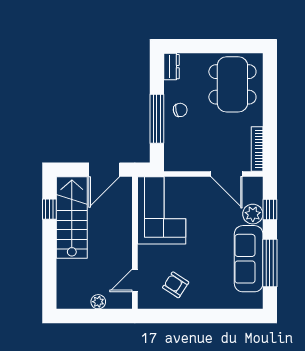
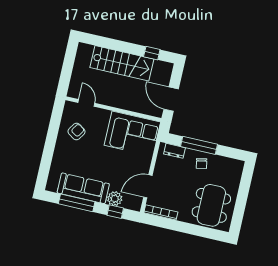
dresser: (171, 67) -> (174, 151), moved
dining table: (232, 84) -> (211, 205), turned 90
stairs: (72, 218) -> (122, 63), moved
plant: (98, 302) -> (77, 73), removed

